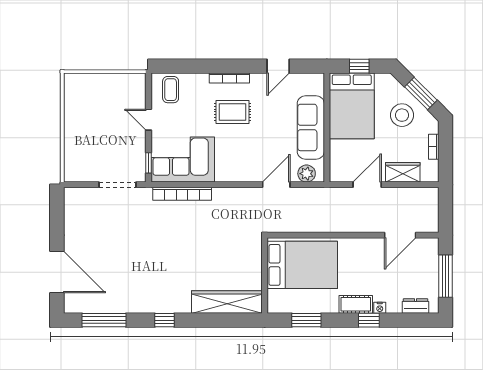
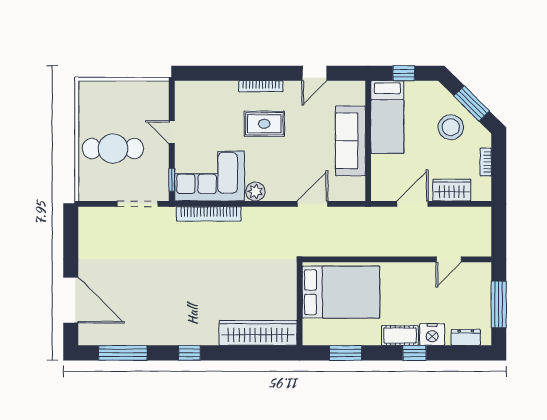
coffee table: (171, 90) -> (196, 99), removed
bed: (352, 106) -> (387, 117), width x0.67
cafe table: (95, 135) -> (113, 149), added
plant: (307, 174) -> (255, 191), moved
door: (400, 235) -> (449, 259), width x0.73
nightstand: (380, 308) -> (432, 334), width x1.89, depth x1.79

